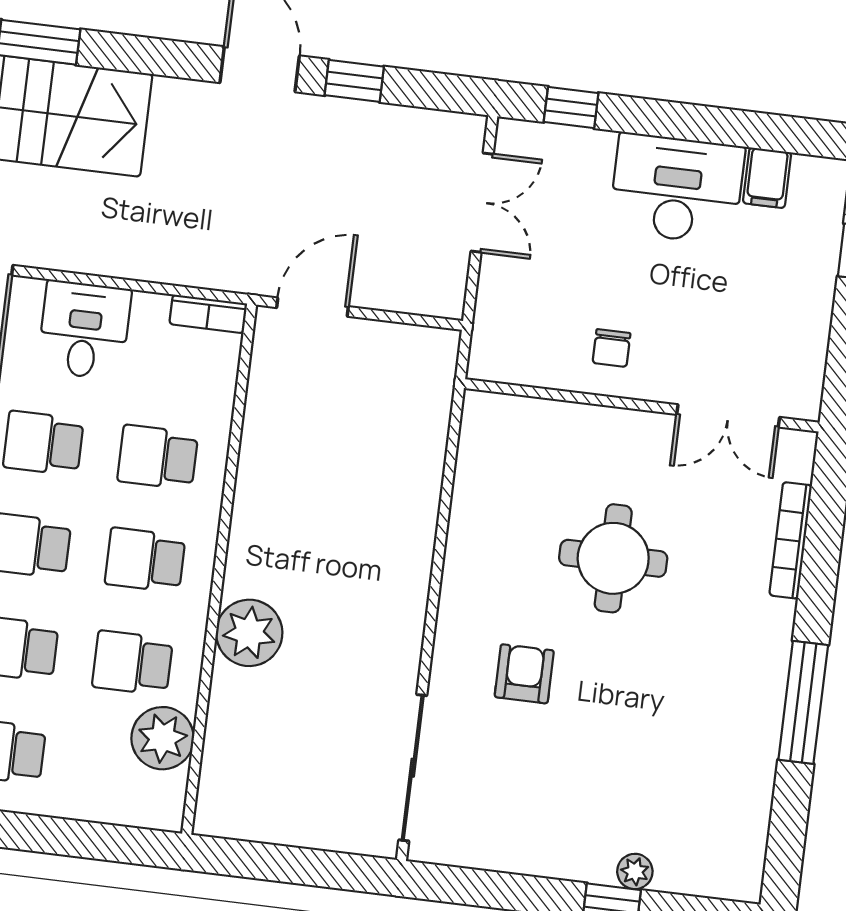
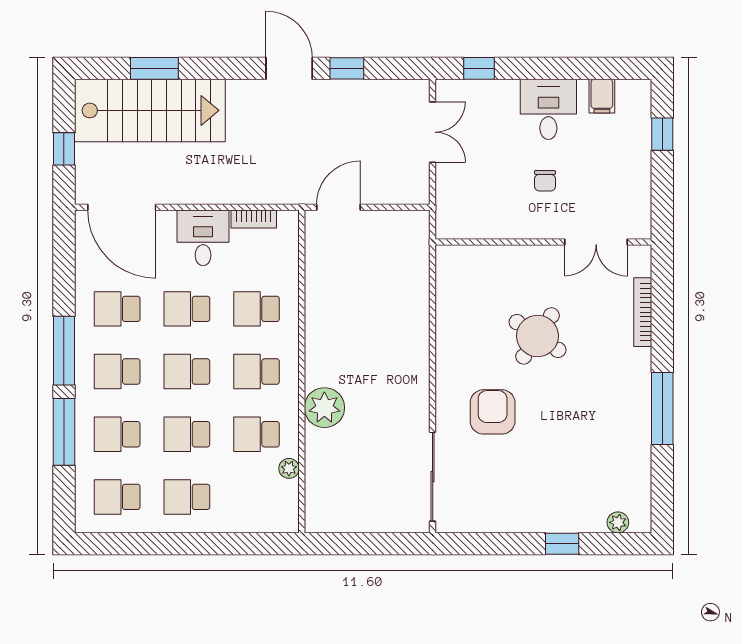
desk: (677, 189) -> (548, 109), width x0.73
bookcase: (208, 314) -> (254, 219), moved
chair: (611, 348) -> (545, 181), moved
round table: (613, 558) -> (538, 336), turned 34
armchair: (524, 674) -> (493, 412), width x1.38, depth x1.38
plant: (163, 738) -> (289, 468), width x0.53, depth x0.53
plant: (635, 871) -> (618, 522), moved

